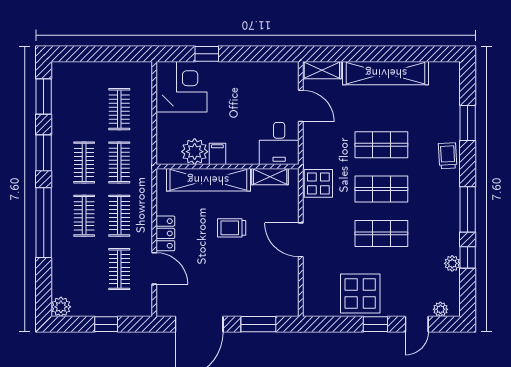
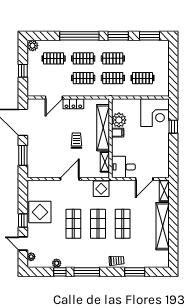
clothes rail: (119, 269) -> (54, 58), moved

